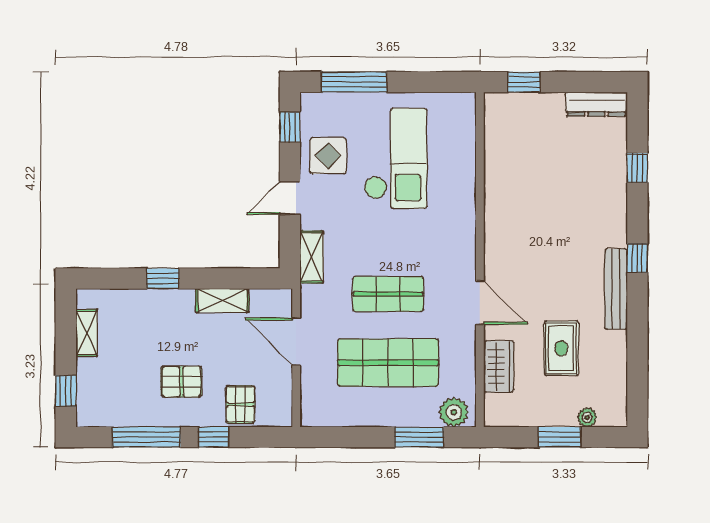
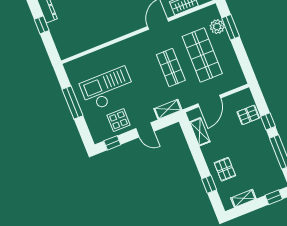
window: (354, 82) -> (72, 102), moved
window: (524, 82) -> (42, 25), moved
window: (163, 278) -> (209, 184), moved
shelving: (222, 300) -> (200, 132), moved
pallet: (181, 382) -> (225, 169), moved
plant: (454, 412) -> (217, 27), moved

